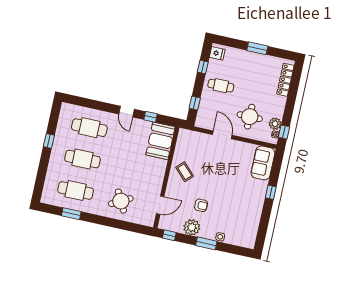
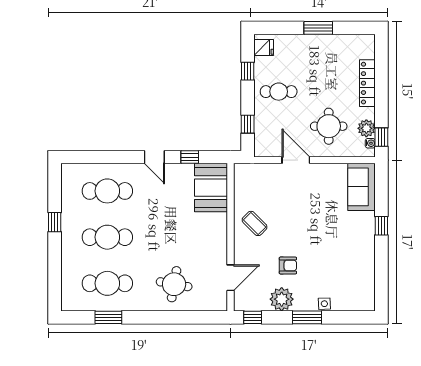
locker: (285, 80) -> (367, 83), moved
round table: (121, 201) -> (174, 284), turned 38

